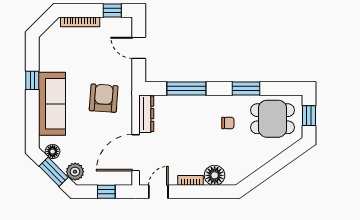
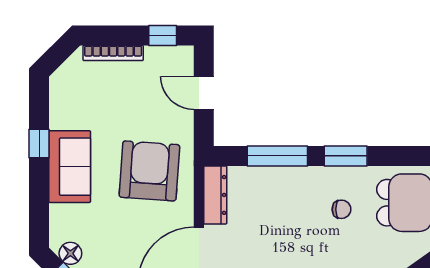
window: (246, 88) -> (346, 156), moved
armchair: (104, 98) -> (149, 171), width x1.36, depth x1.36
sofa: (52, 104) -> (70, 167), width x0.73

